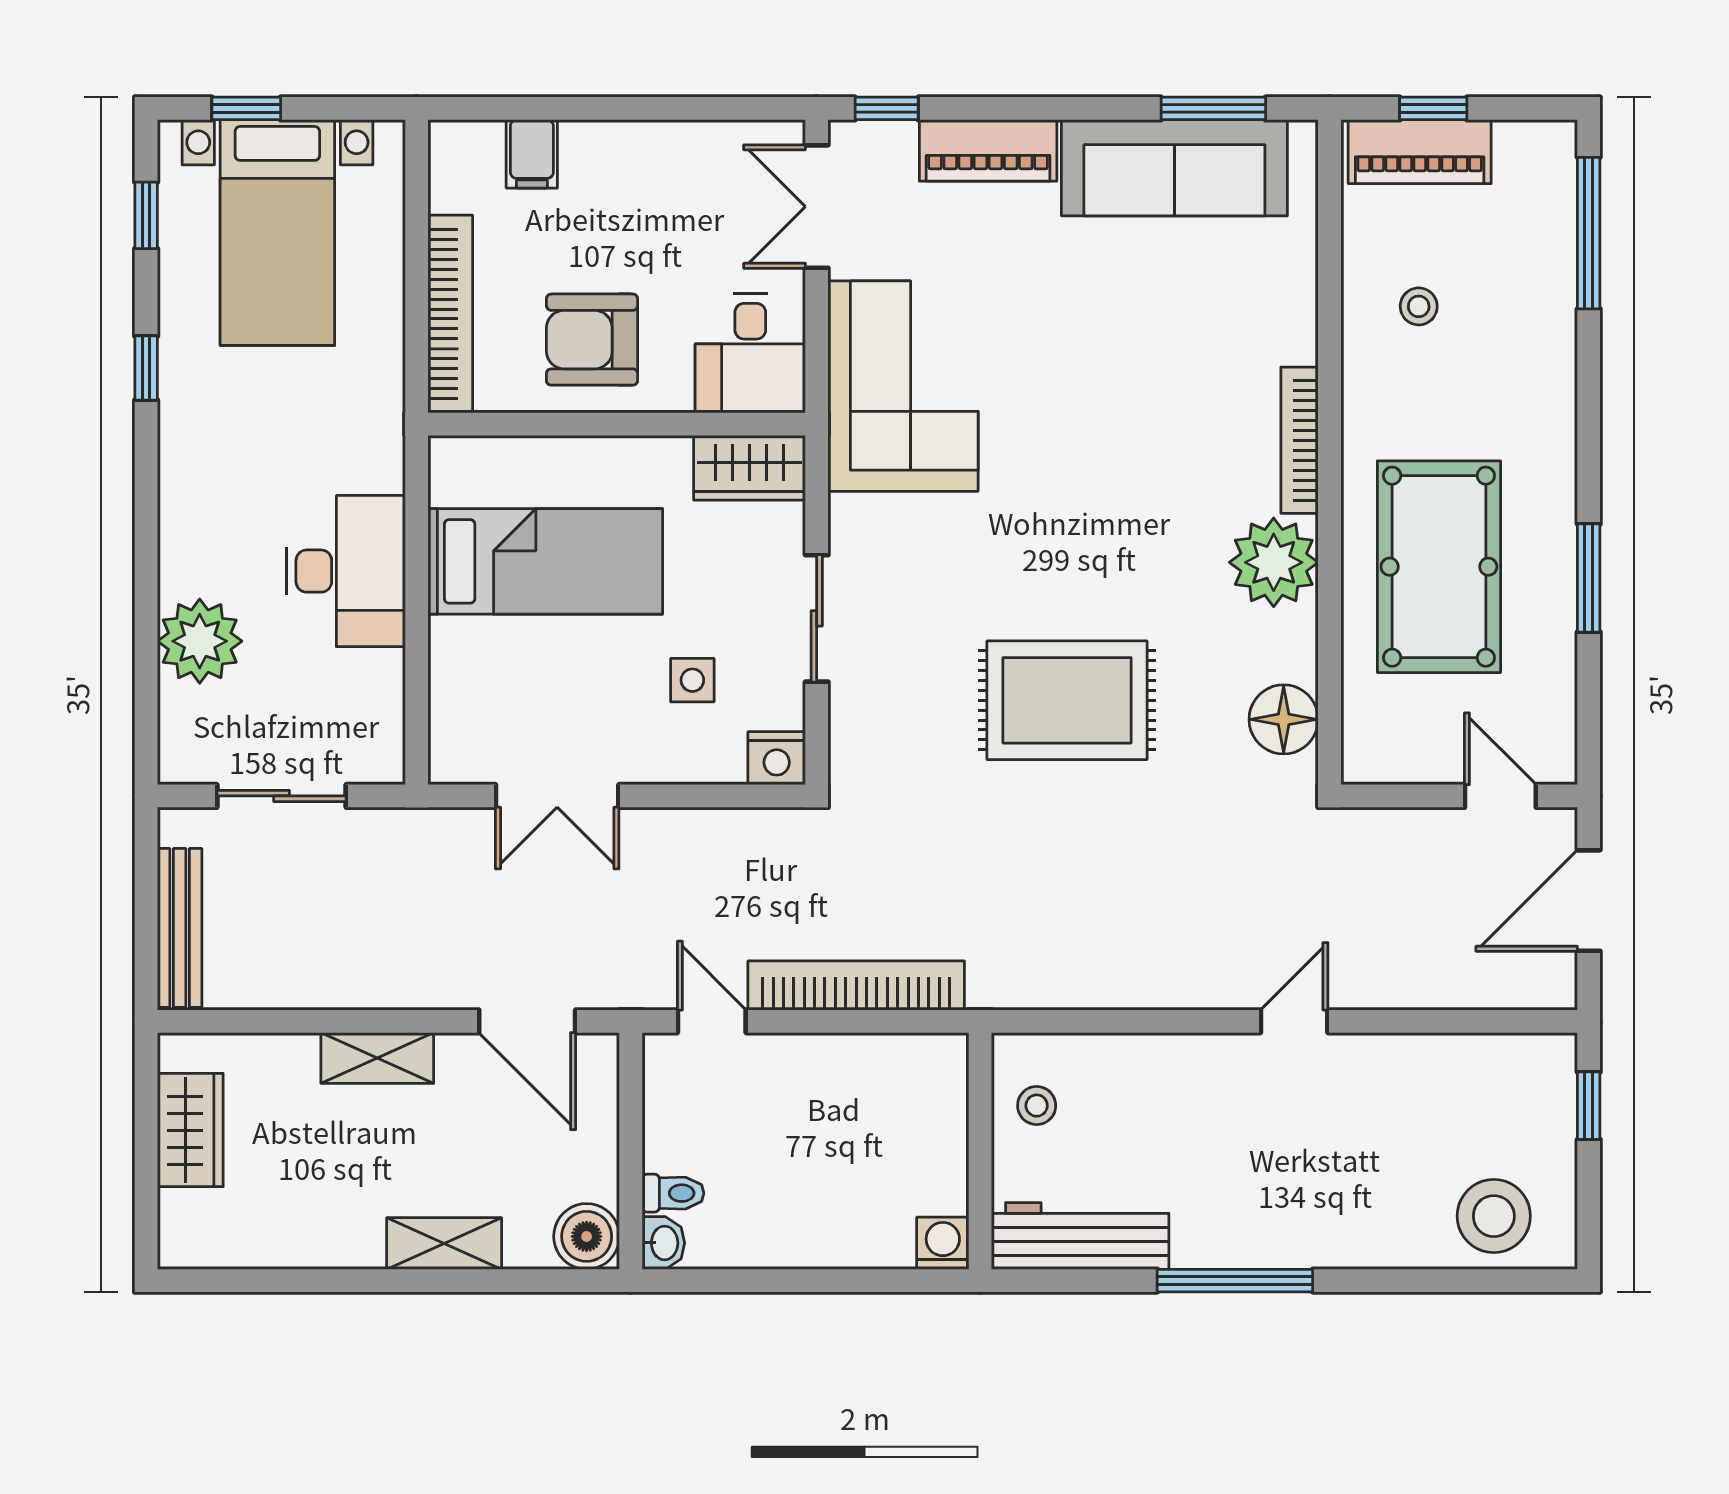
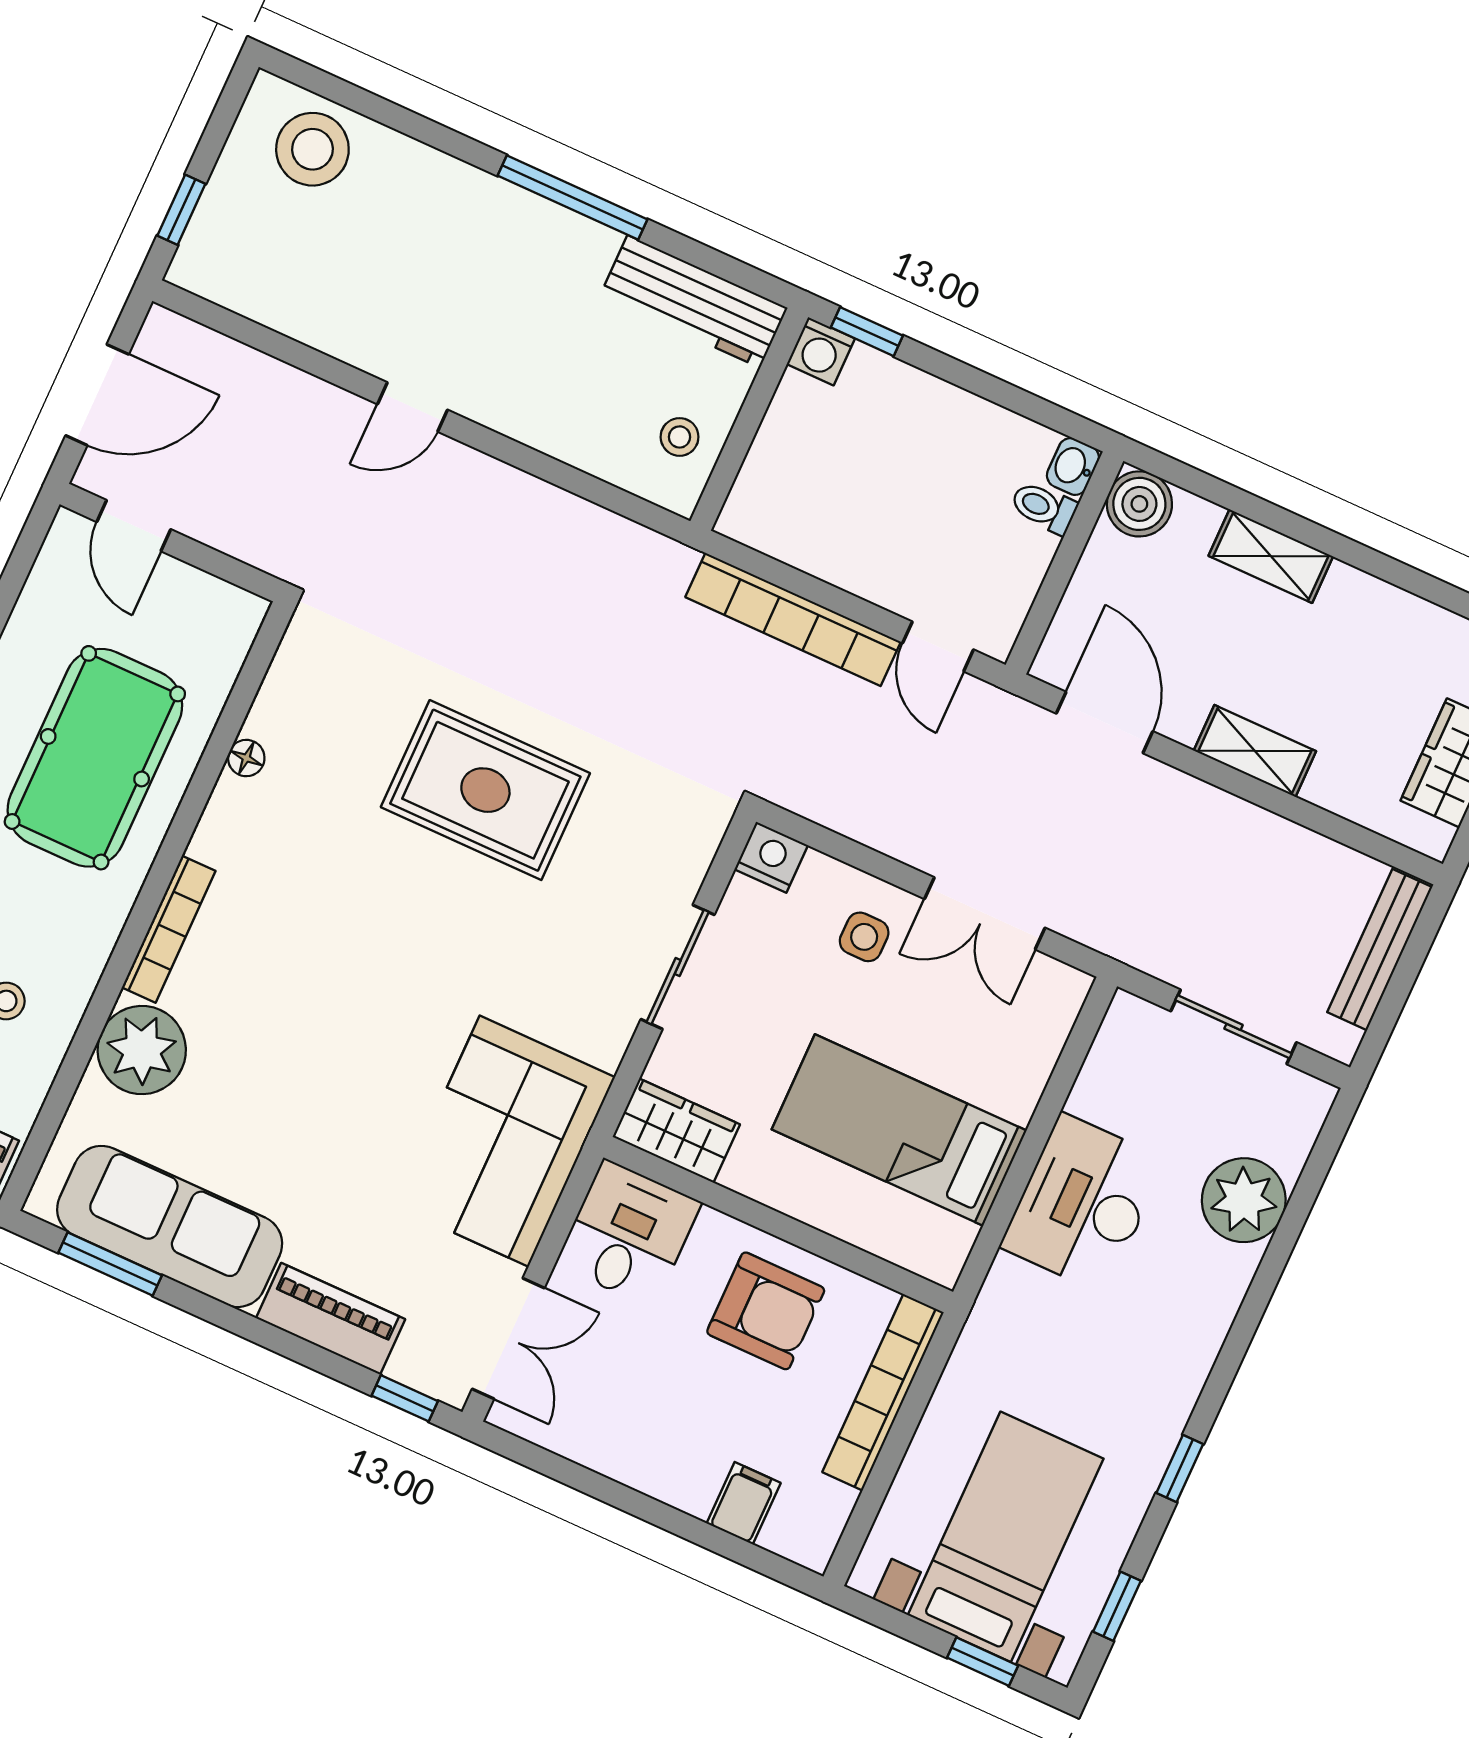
plant: (1274, 562) -> (142, 1050), moved
side table: (692, 680) -> (864, 937), moved
floor lamp: (1284, 719) -> (246, 758), moved, width x0.53, depth x0.53
double door: (557, 796) -> (985, 913), swing flipped
window: (909, 1281) -> (867, 332), added

